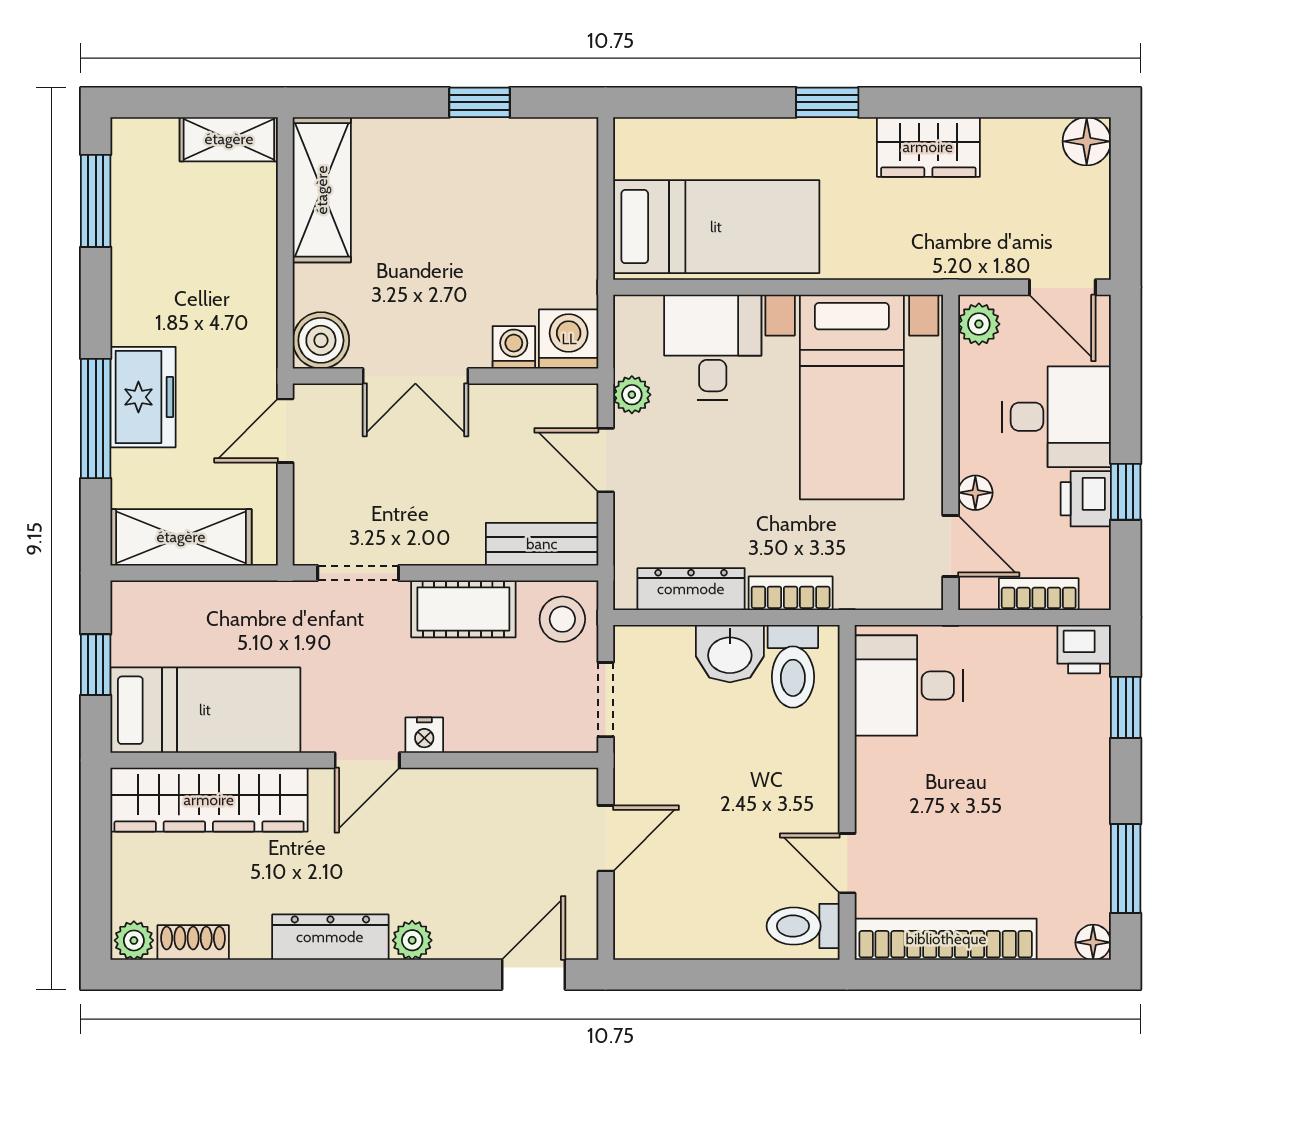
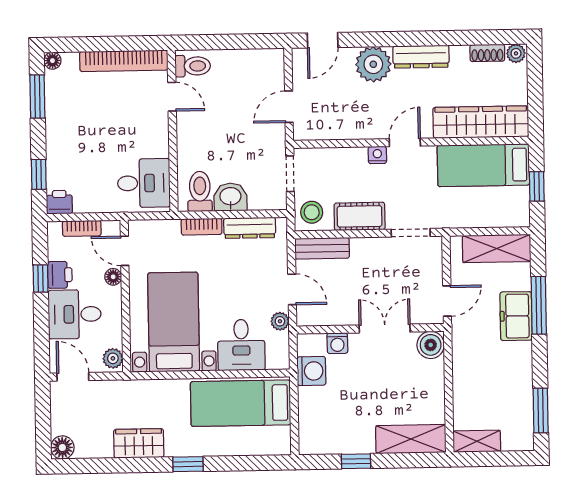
shelving: (322, 190) -> (411, 439), moved, turned 90
washing machine: (569, 339) -> (311, 371), moved, turned -90
plant: (412, 940) -> (373, 64), width x1.88, depth x1.88

